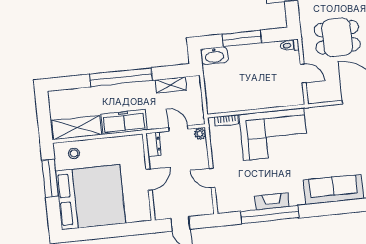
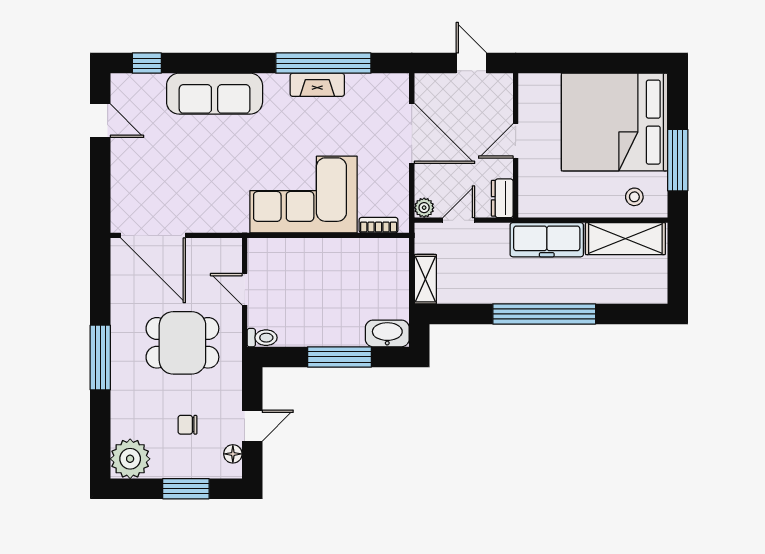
shelving: (171, 85) -> (425, 279), moved, turned 90
door: (178, 128) -> (459, 220), swing flipped
door: (212, 178) -> (412, 133), width x1.88

